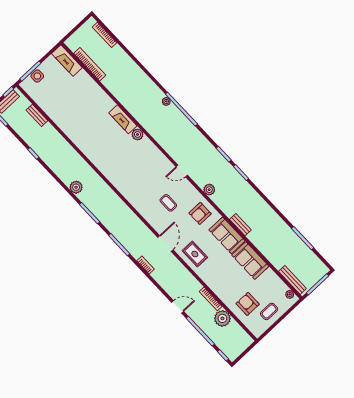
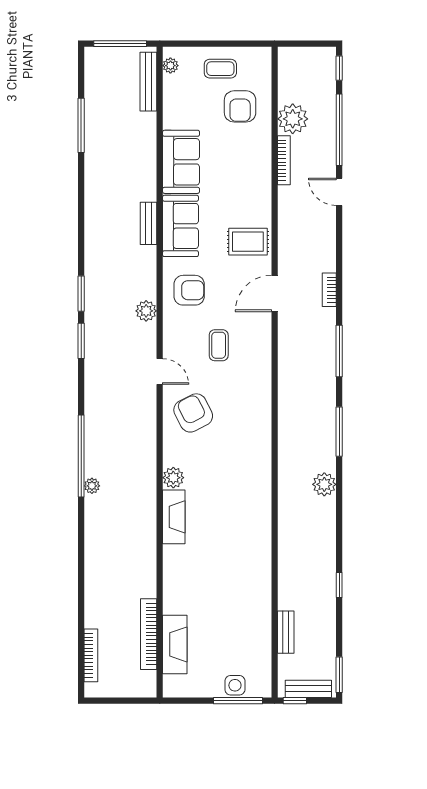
fireplace: (67, 61) -> (175, 644), moved
armchair: (153, 167) -> (193, 413), added
rug: (195, 254) -> (248, 242), turned 90

